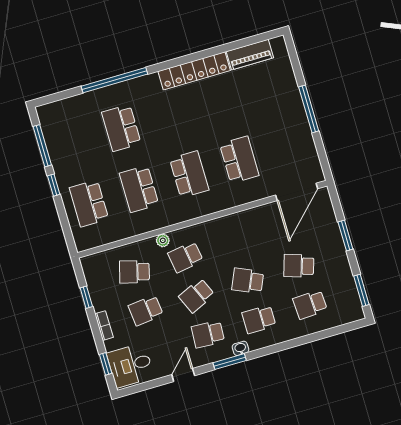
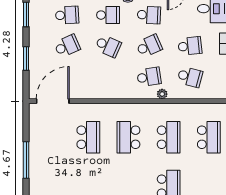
school desk: (239, 160) -> (88, 137), turned 180
school desk: (299, 266) -> (67, 46), turned -42

